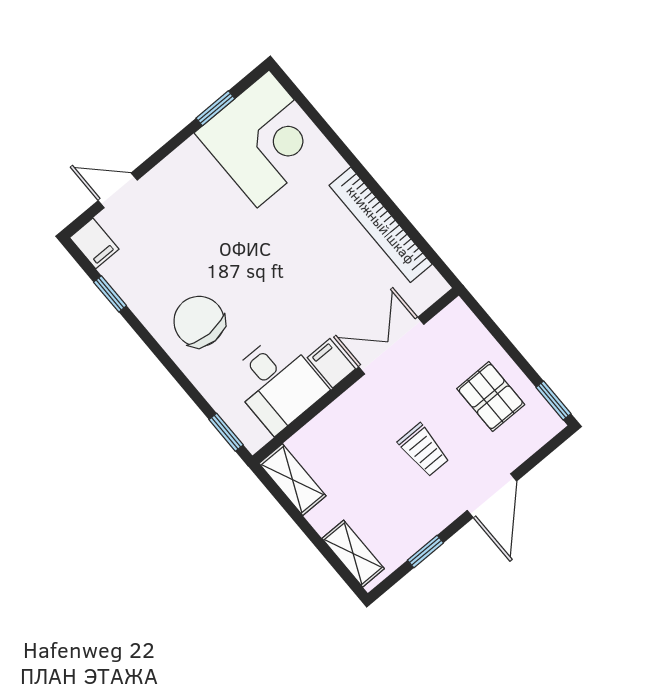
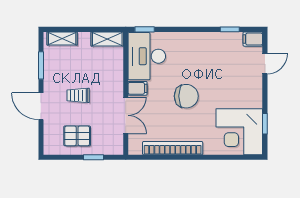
chair: (199, 321) -> (186, 96), moved
desk: (277, 383) -> (147, 56), width x1.37
window: (553, 401) -> (93, 157), moved
window: (425, 551) -> (41, 65), width x1.50

